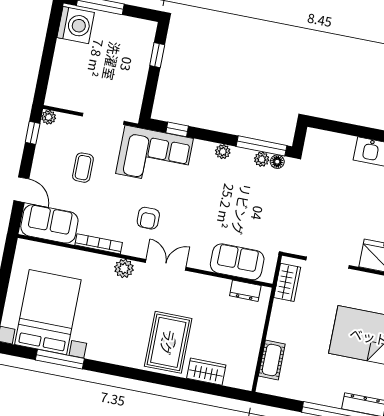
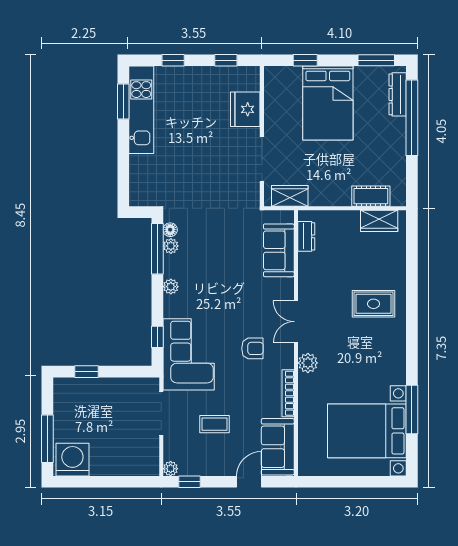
rug: (168, 342) -> (374, 304), width x0.73, depth x0.70
wardrobe: (206, 372) -> (379, 221), moved, turned -90

